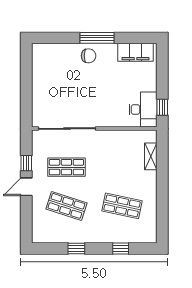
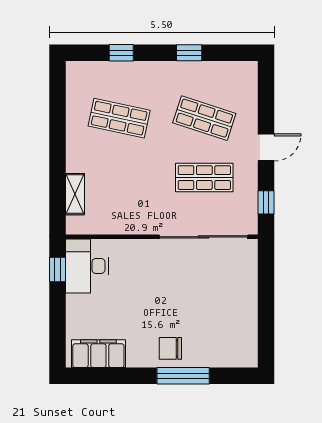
window: (97, 38) -> (183, 376), moved
window: (26, 163) -> (266, 202), moved

